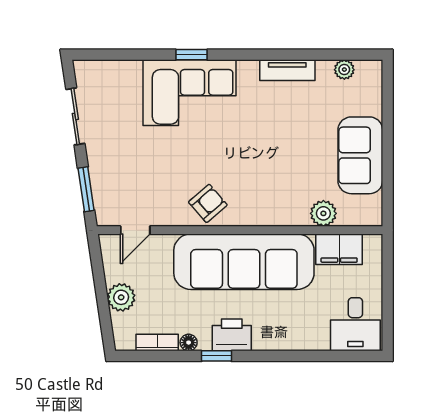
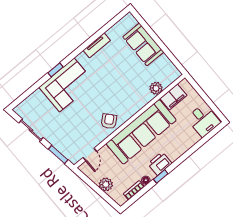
plant: (344, 70) -> (118, 27), removed
sofa: (360, 155) -> (143, 44), moved

